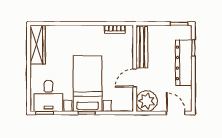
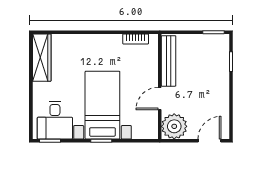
dresser: (184, 63) -> (219, 80), removed
door: (176, 113) -> (210, 141), hinge flipped

